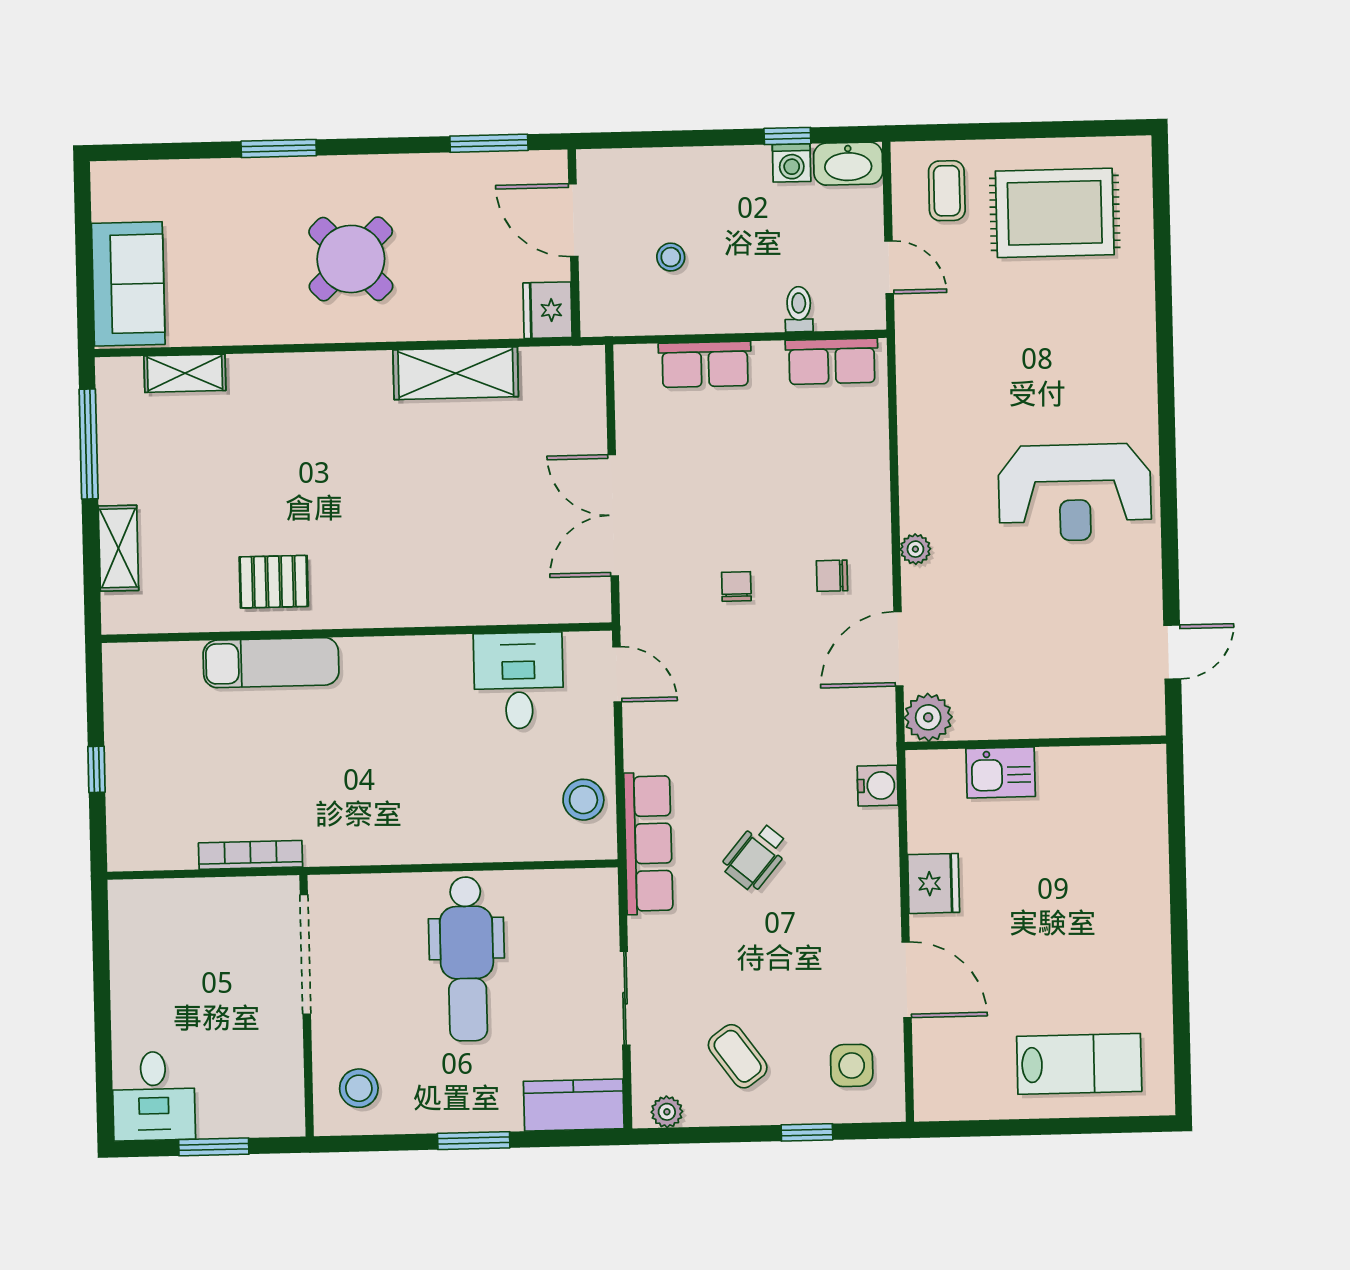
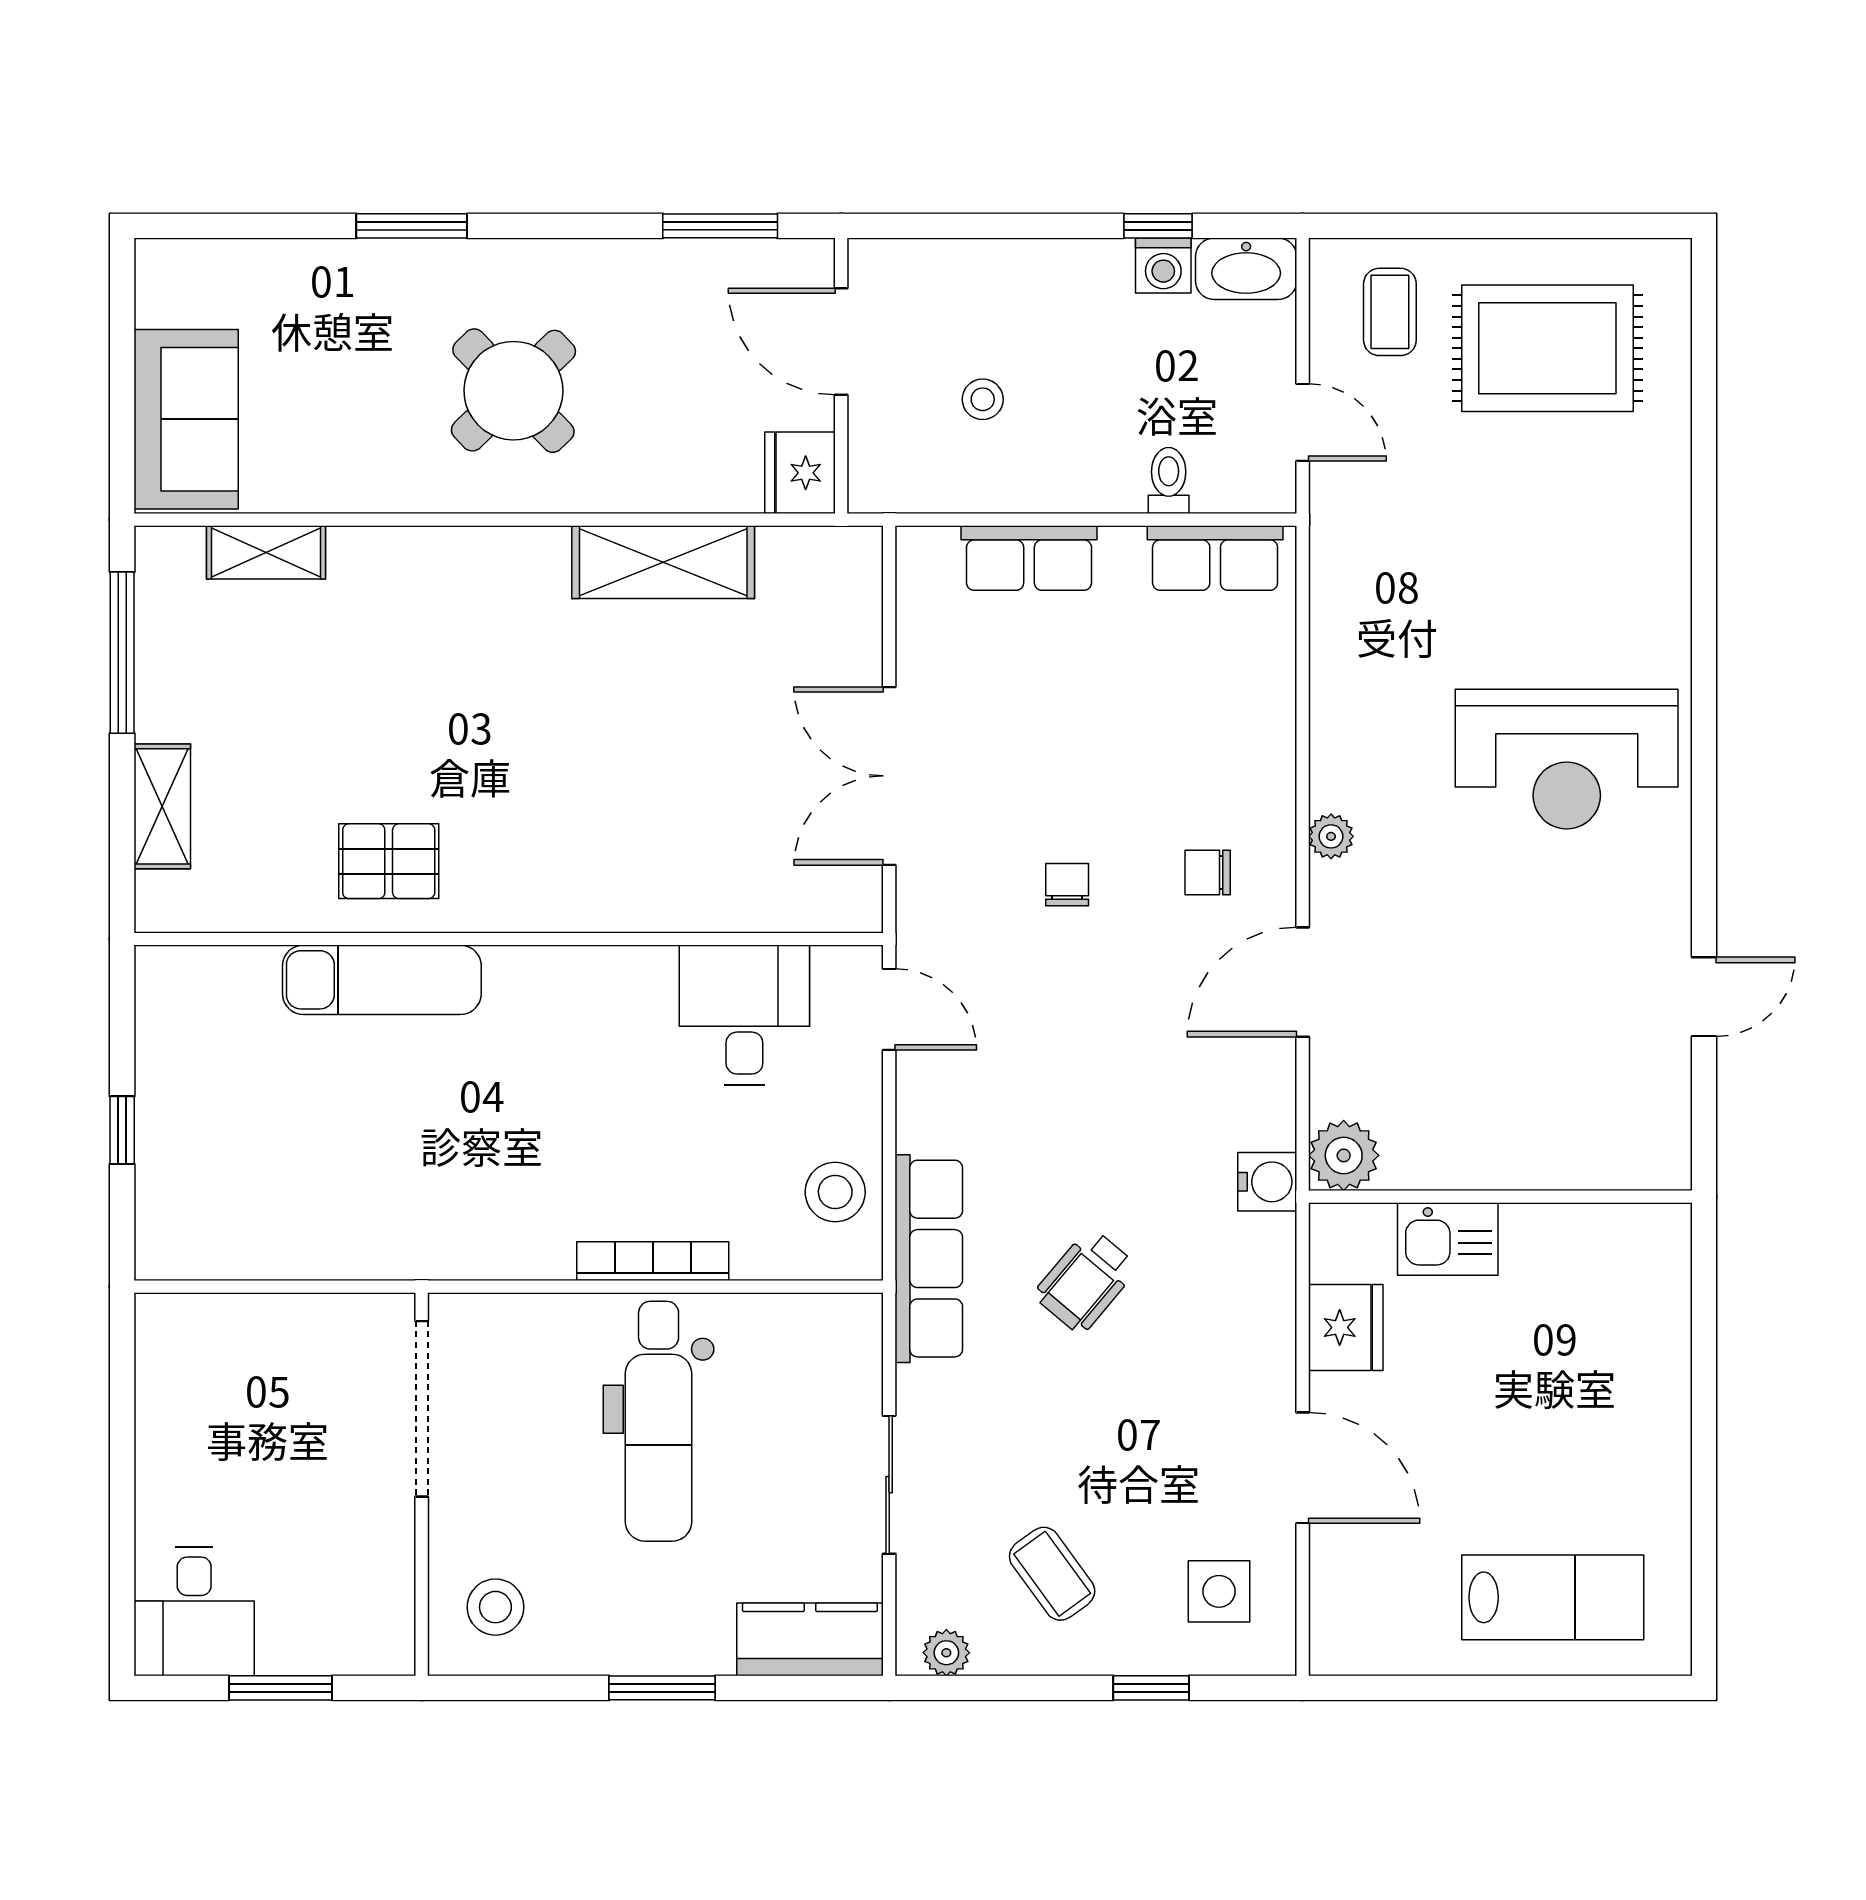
plant: (928, 717) -> (1344, 1155), moved
wall: (1036, 743) -> (1500, 1197), moved
kitchen sink: (1001, 772) -> (1448, 1239), moved
bookcase: (250, 855) -> (653, 1261), moved

